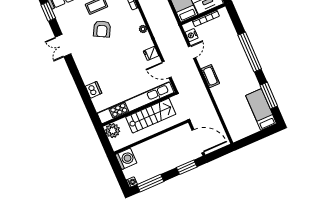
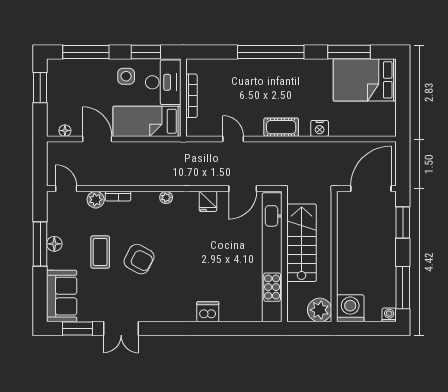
nightstand: (192, 35) -> (320, 128), moved
double door: (63, 45) -> (121, 329), moved
dishwasher: (94, 90) -> (208, 312), moved
bed: (261, 110) -> (365, 80), width x1.50
plant: (113, 131) -> (320, 310), moved

